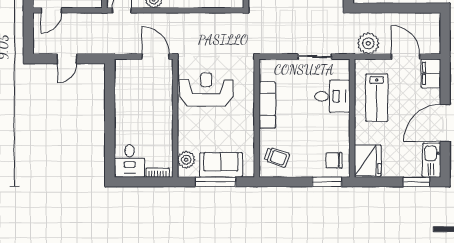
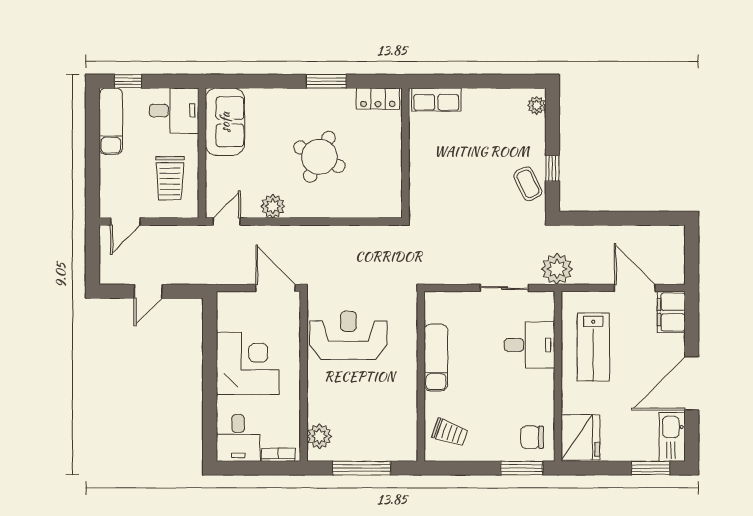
plant: (368, 43) -> (557, 269), moved
corner desk: (136, 109) -> (248, 363), added
sofa: (221, 165) -> (369, 444), removed

